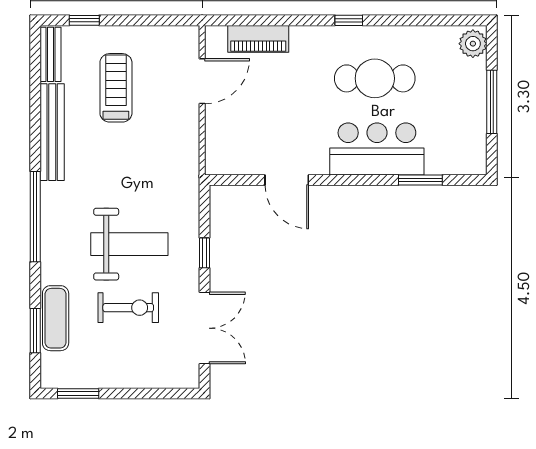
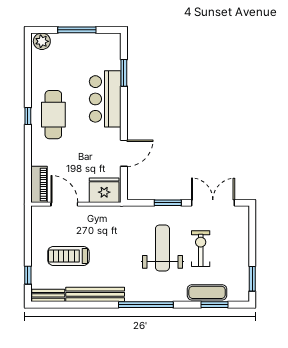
piano: (258, 39) -> (39, 184), moved
cafe table: (375, 78) -> (53, 115), moved
fridge: (225, 147) -> (104, 190), added
window: (205, 253) -> (168, 203), width x1.50

